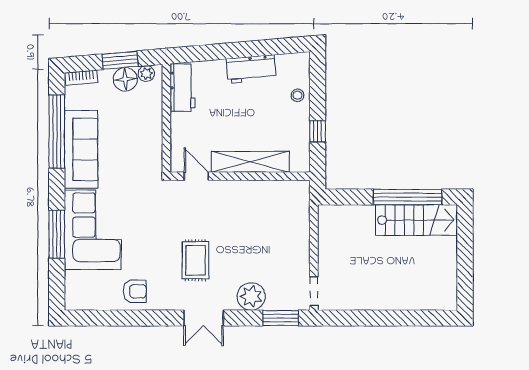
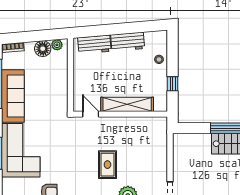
window: (120, 60) -> (39, 36), removed
workbench: (182, 88) -> (94, 44), moved, turned 85
rug: (195, 260) -> (107, 165), moved

